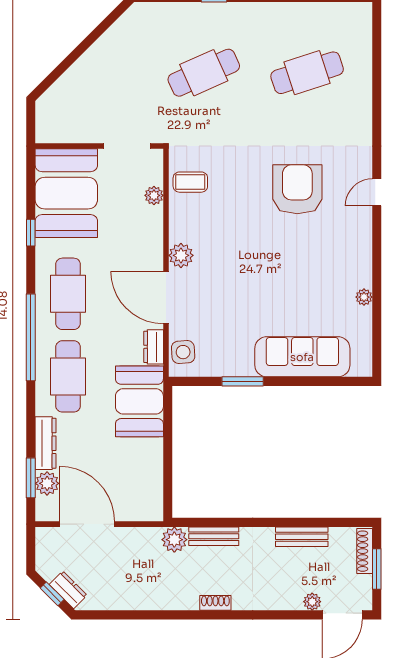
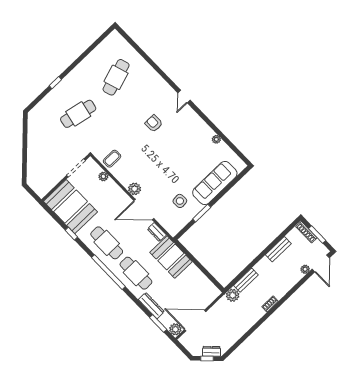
cafe table: (204, 73) -> (78, 114), turned 36
armchair: (297, 189) -> (154, 123), width x0.53, depth x0.53
side table: (183, 352) -> (180, 201), moved
plant: (47, 483) -> (175, 329), moved

